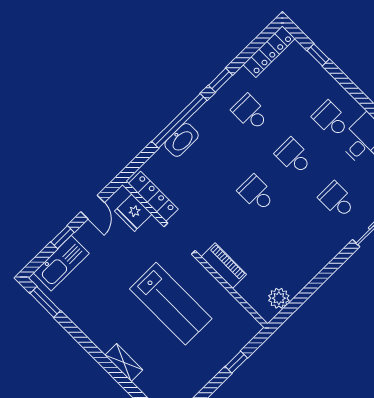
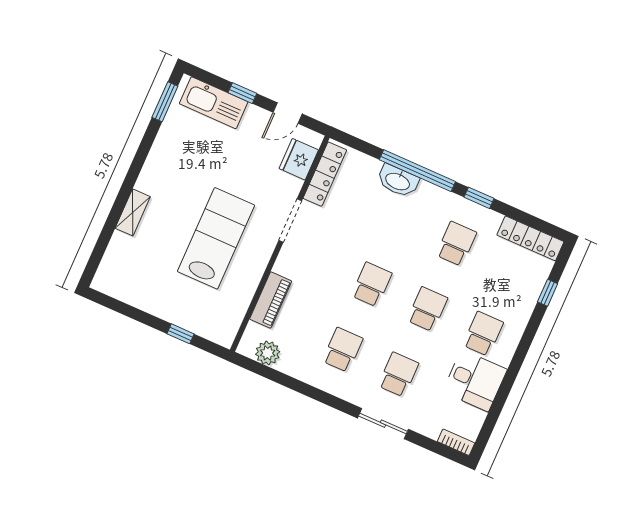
school desk: (300, 237) -> (343, 350), added
piano: (224, 266) -> (271, 300), moved
lab bench: (171, 304) -> (216, 238), turned 180

